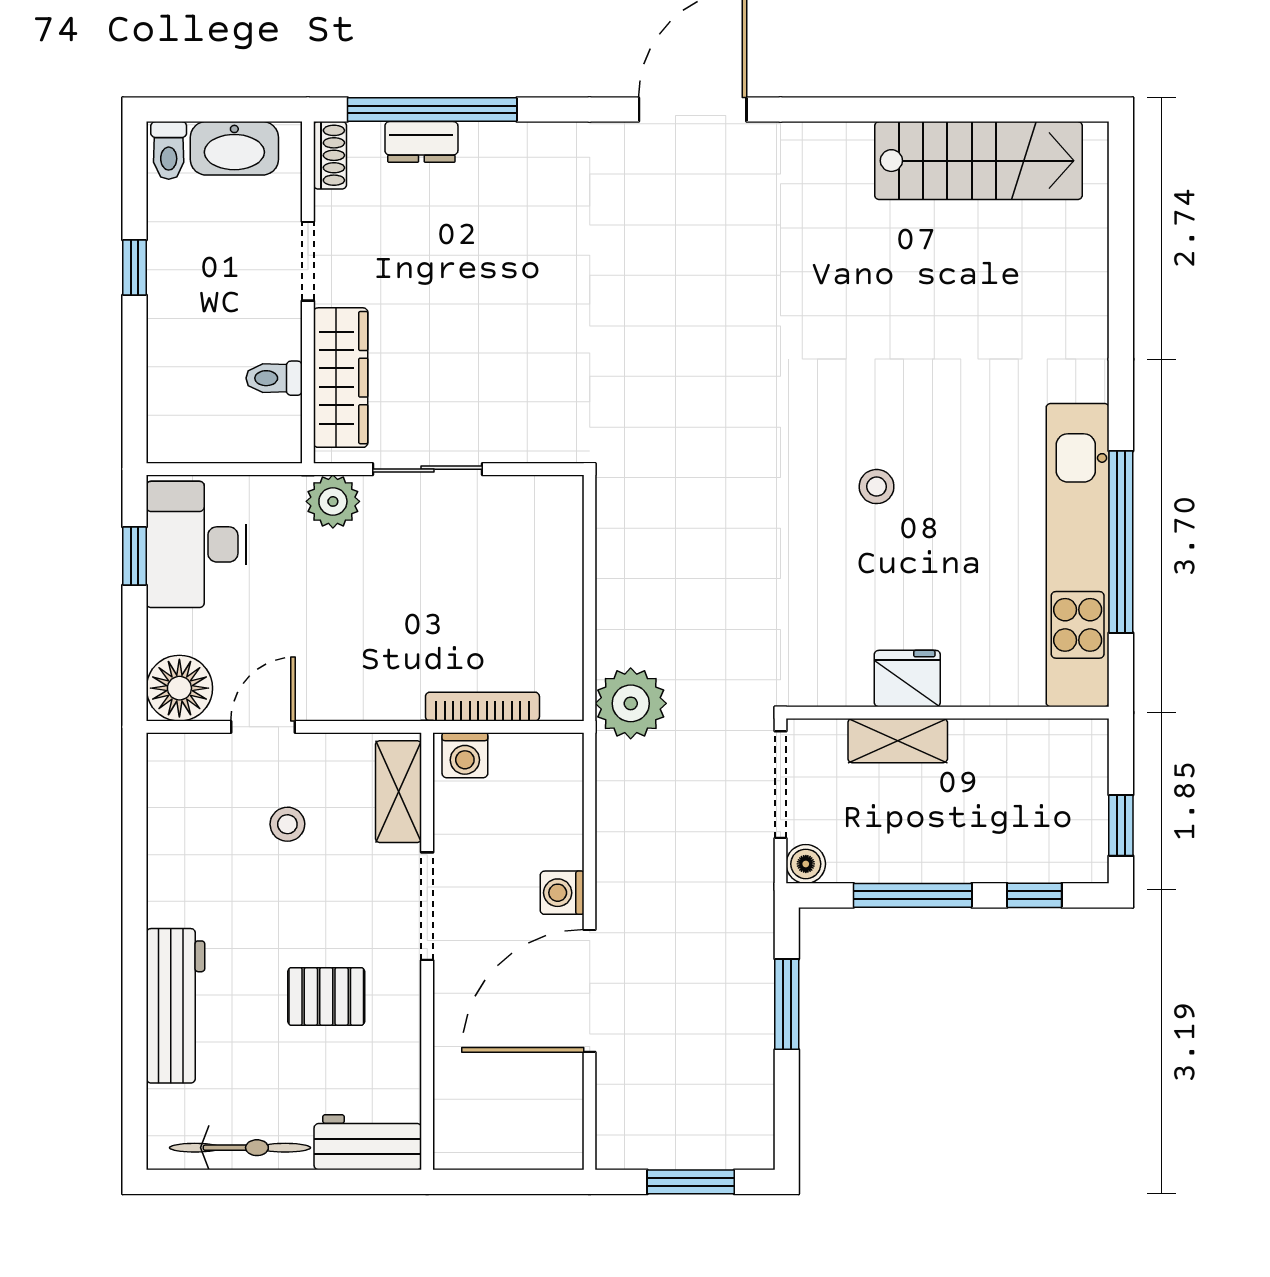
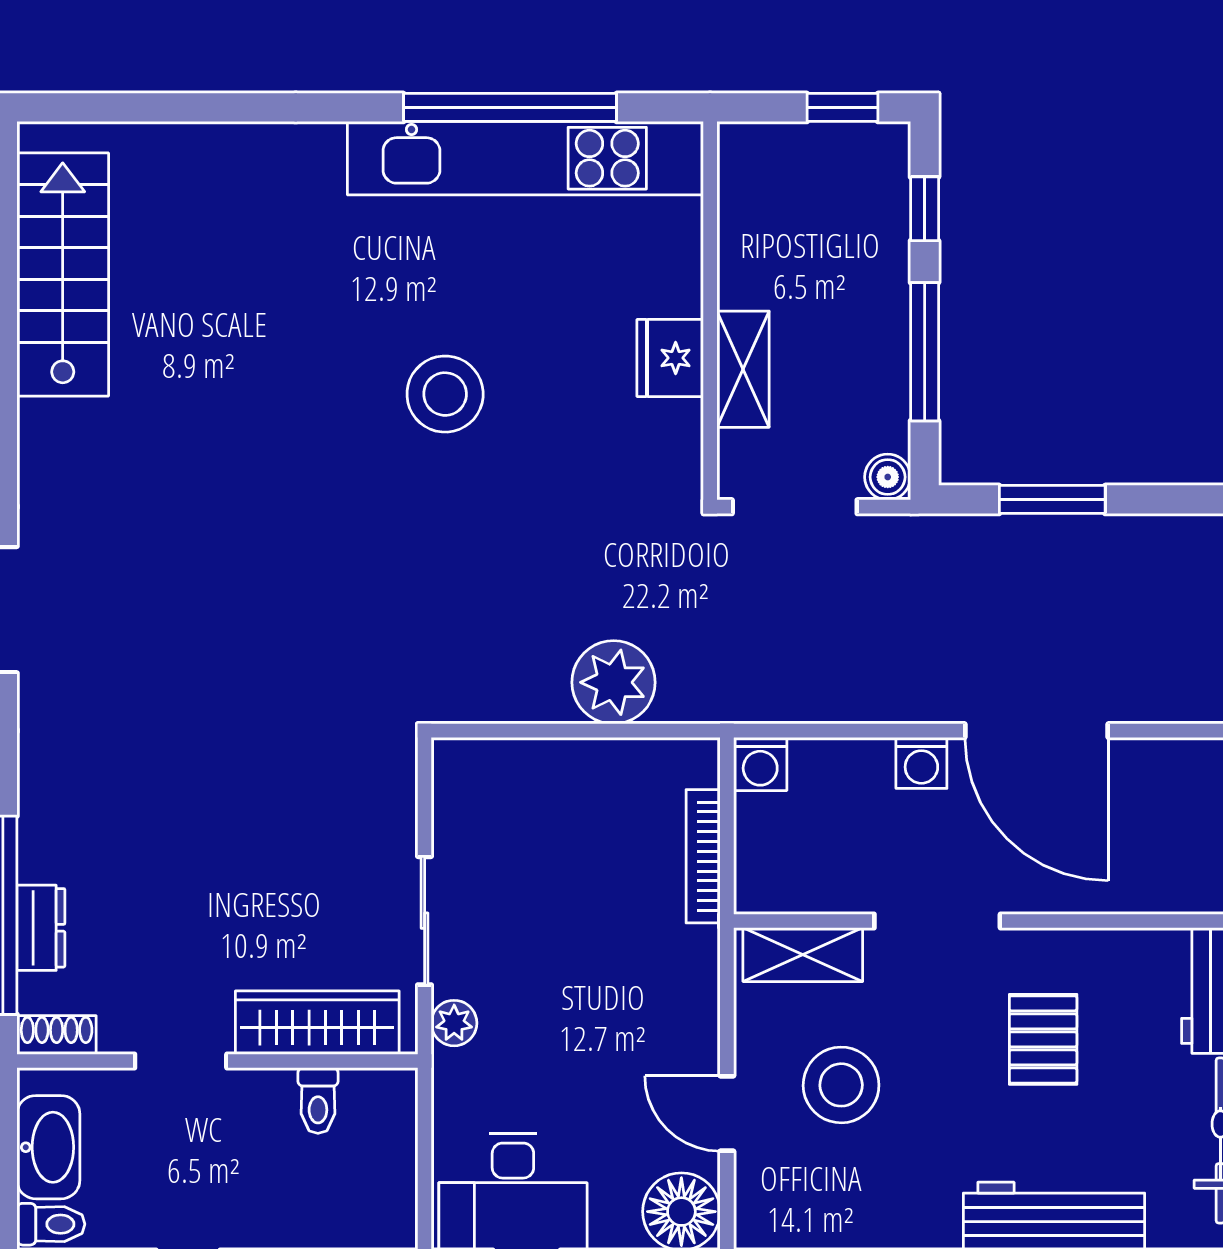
stool: (877, 487) -> (445, 394), width x1.89, depth x1.89
plant: (333, 501) -> (454, 1023), width x0.73, depth x0.73
plant: (631, 703) -> (614, 682), moved
washing machine: (465, 755) -> (760, 764), moved, turned 90
stool: (287, 824) -> (841, 1085), width x1.89, depth x1.89

